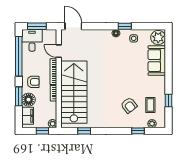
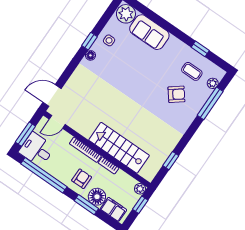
door: (59, 51) -> (57, 122), moved
stairs: (74, 92) -> (119, 148), width x0.73, depth x0.66
window: (138, 131) -> (210, 103), width x2.17

